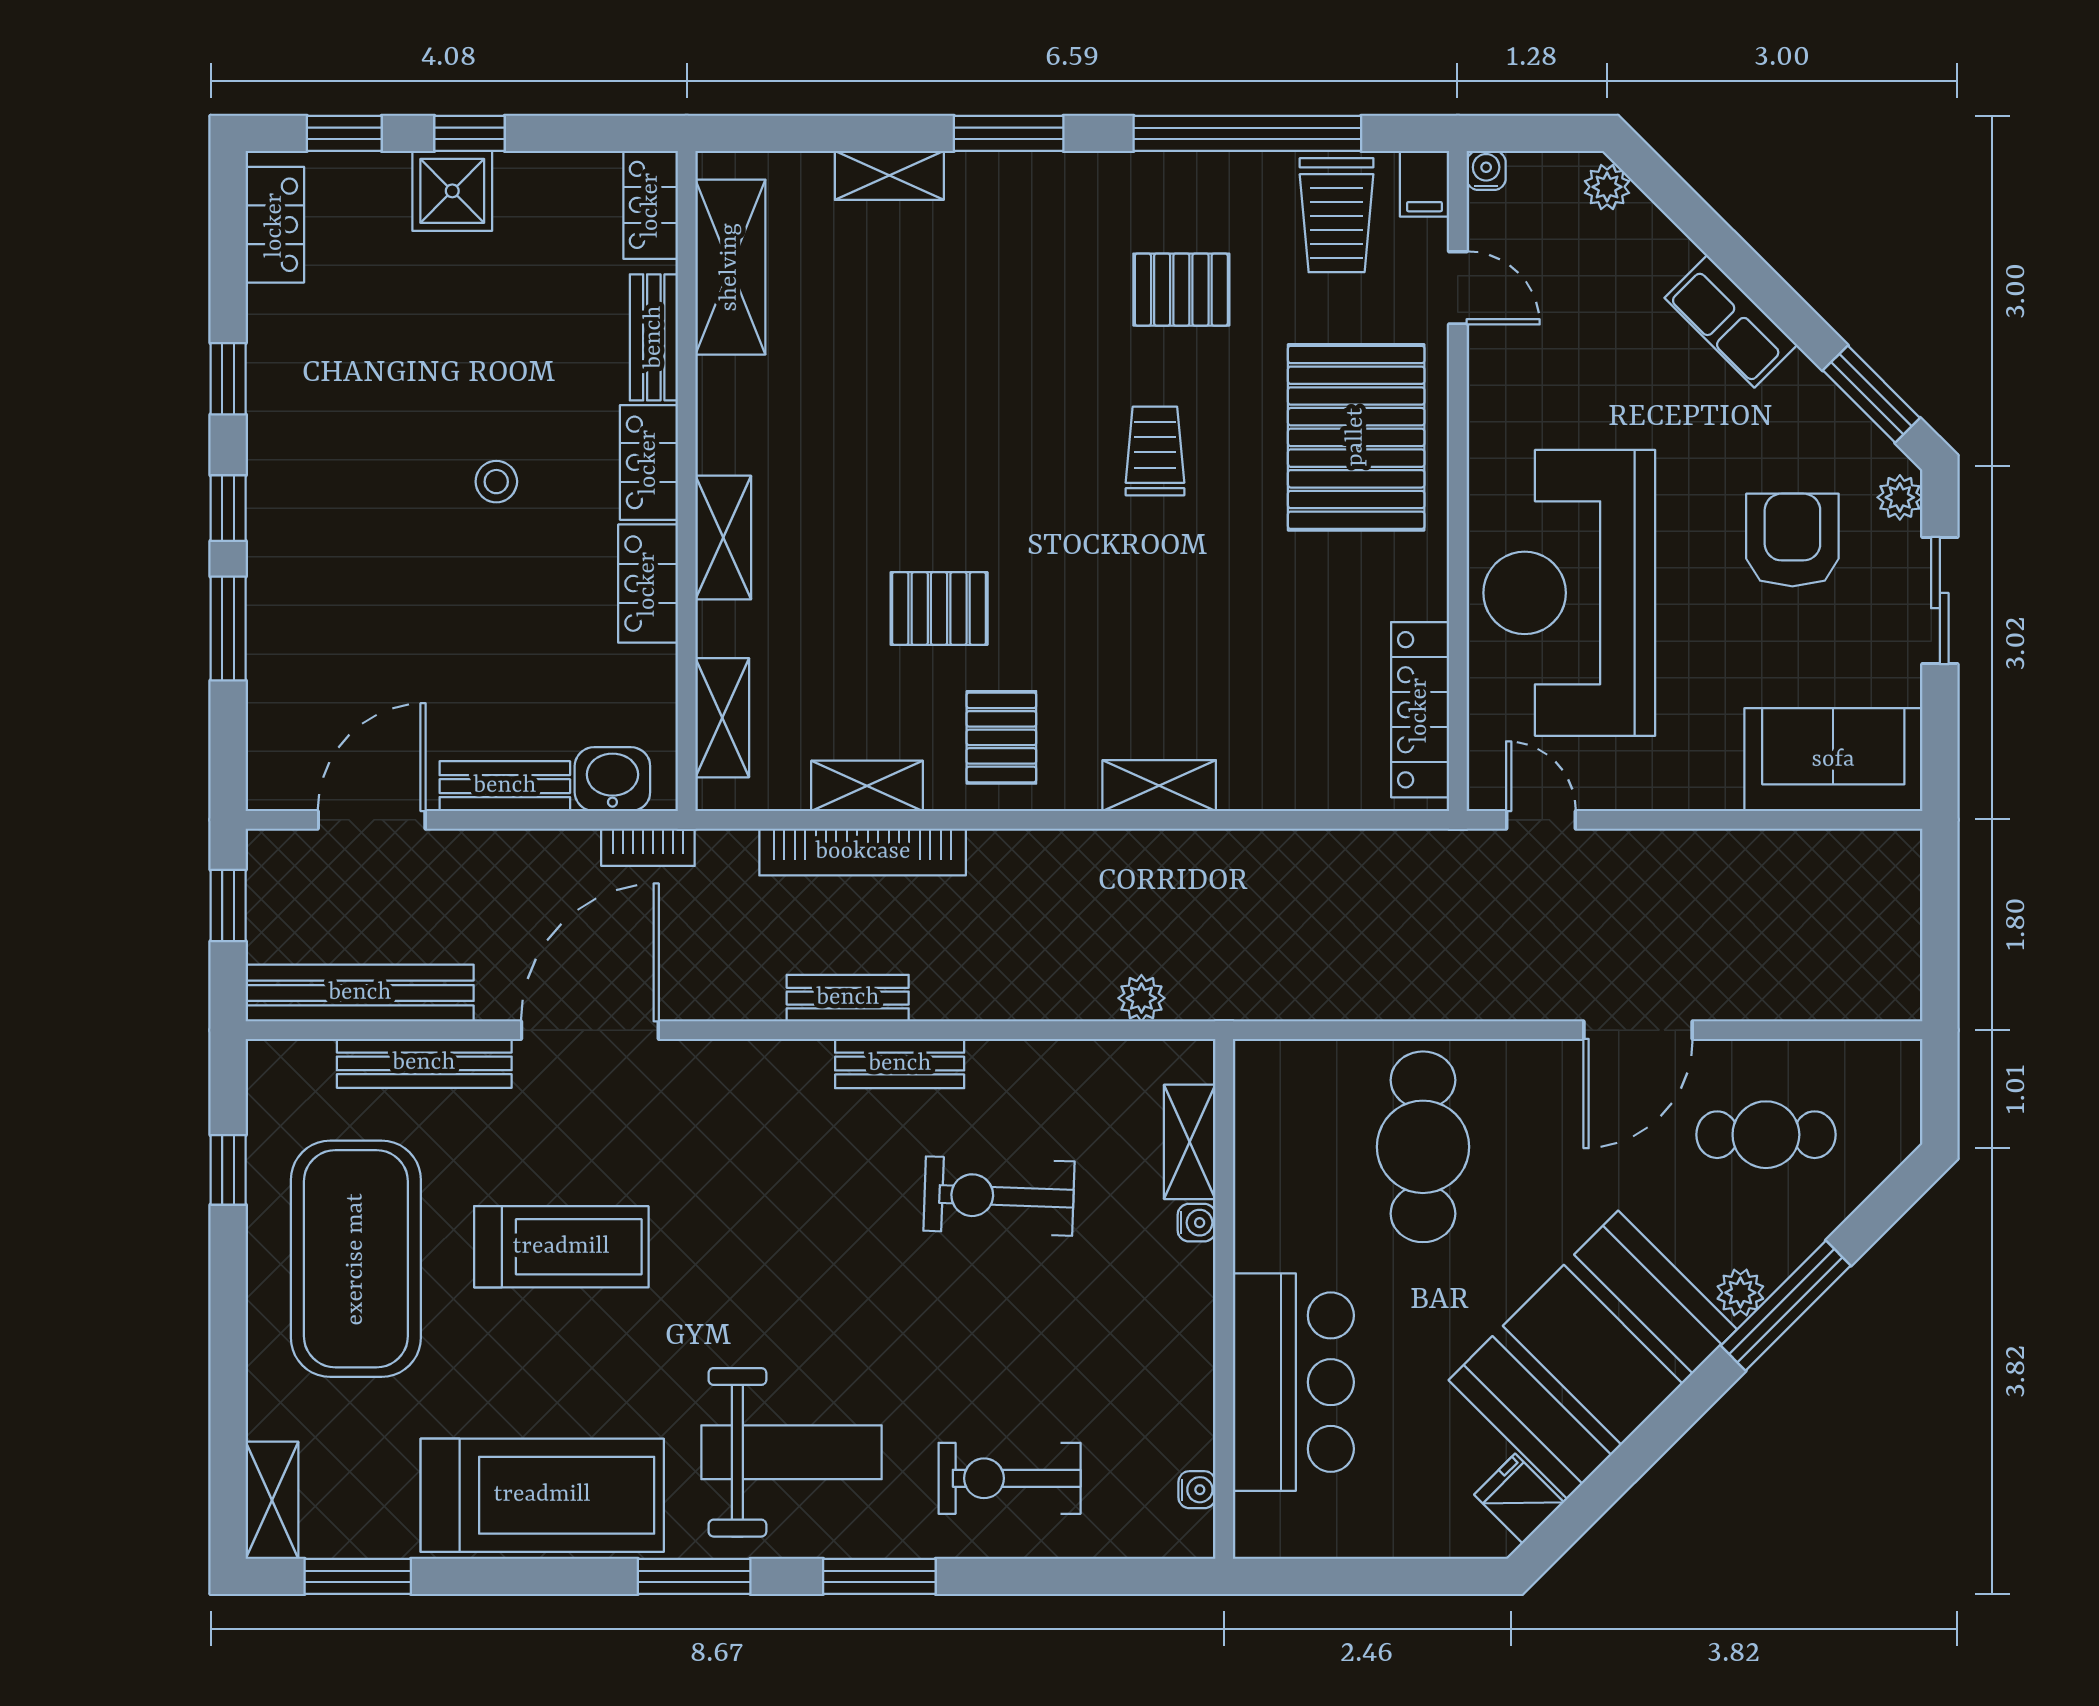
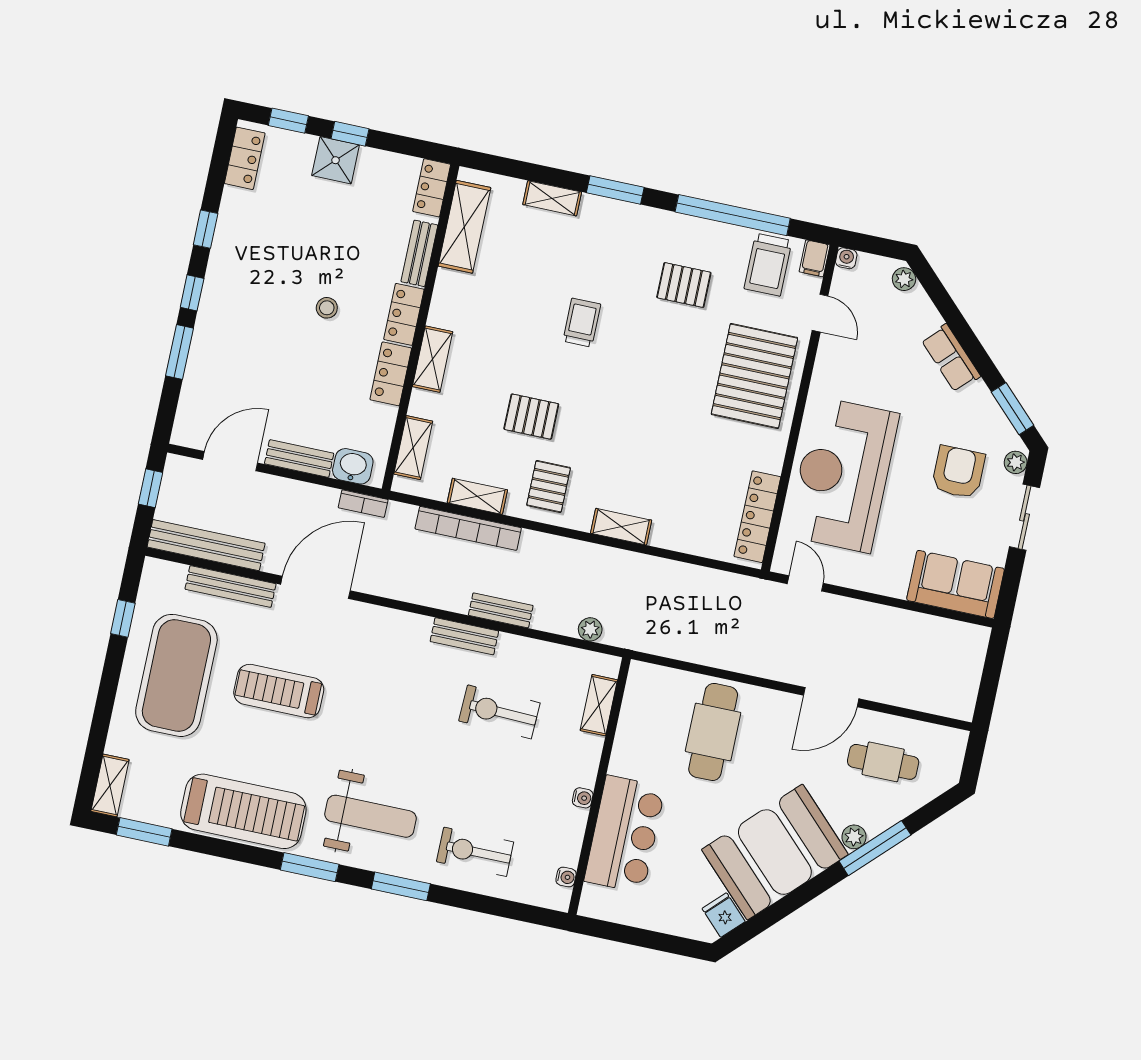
trolley: (1155, 451) -> (582, 323), moved
bench: (848, 998) -> (501, 610), moved
water cooler: (1197, 1223) -> (583, 798), moved
treadmill: (561, 1247) -> (279, 691), turned 180

